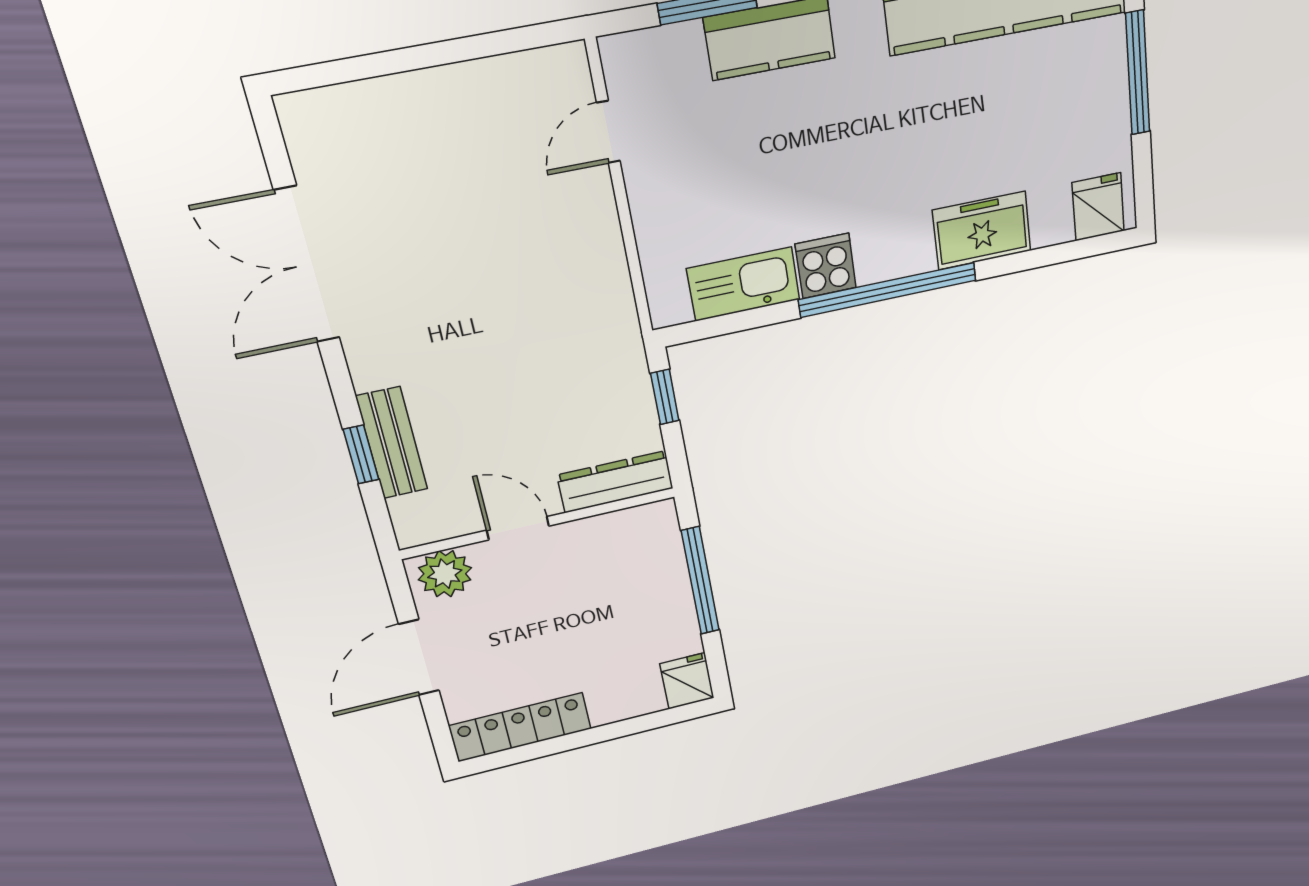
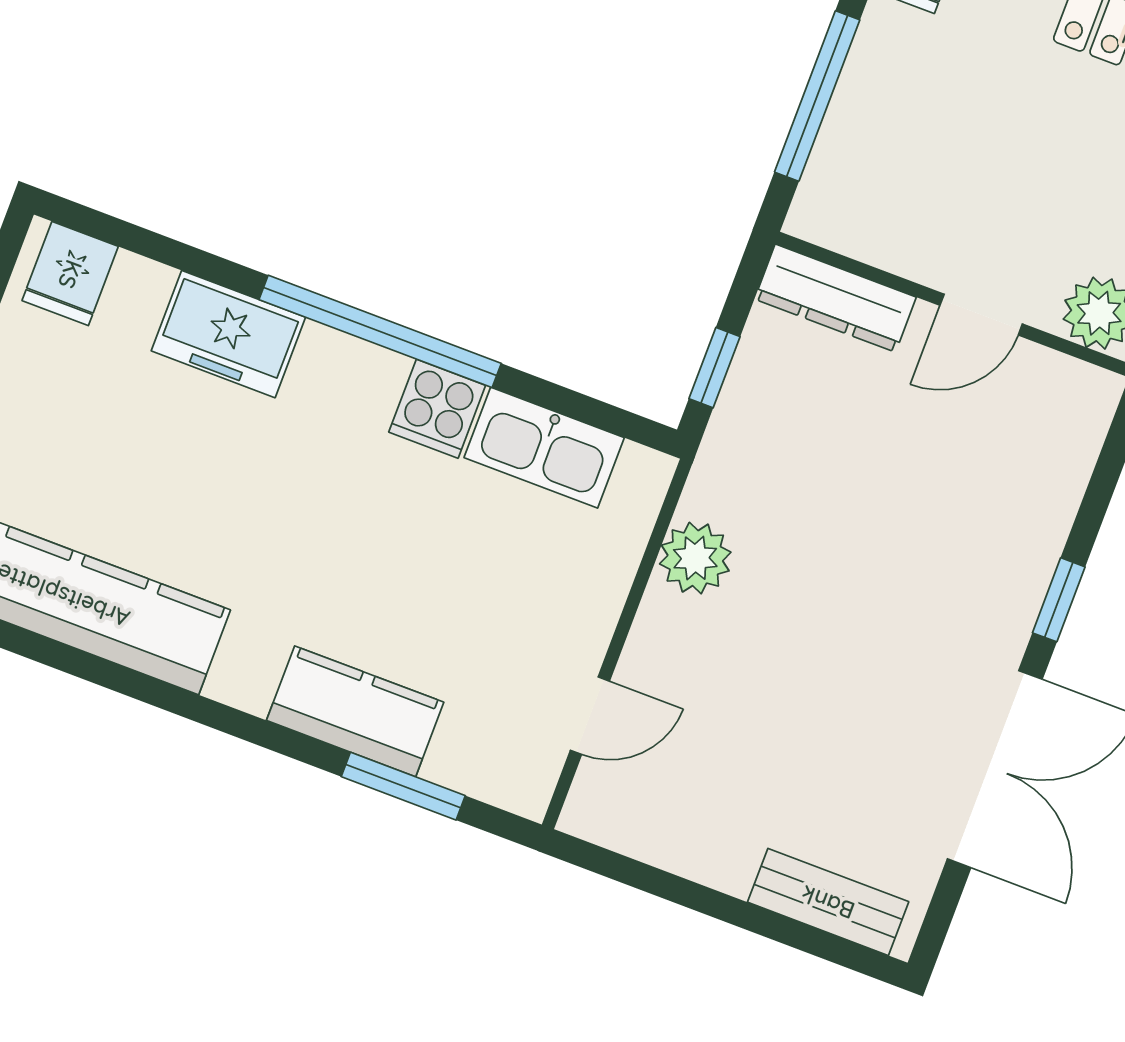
plant: (603, 276) -> (695, 558), added
bench: (392, 443) -> (828, 902), moved, turned 90
window: (361, 454) -> (1059, 600), moved
door: (518, 528) -> (981, 315), hinge flipped

